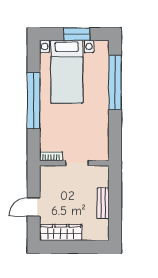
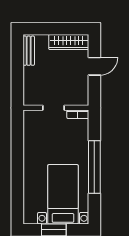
window: (115, 82) -> (17, 184), removed
bench: (103, 203) -> (29, 51), moved

